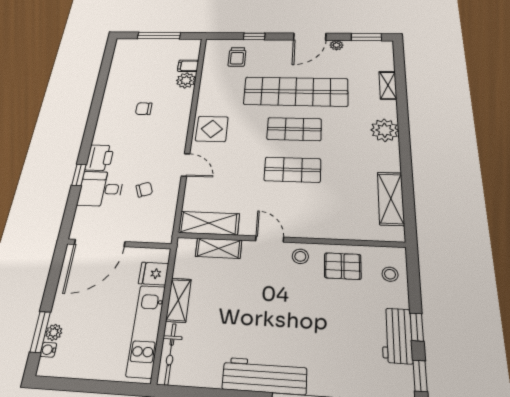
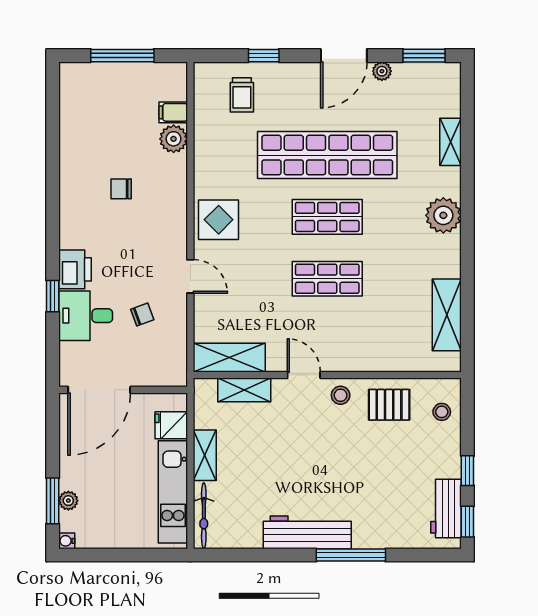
workbench: (397, 335) -> (446, 508), moved
water cooler: (48, 350) -> (67, 541), moved

